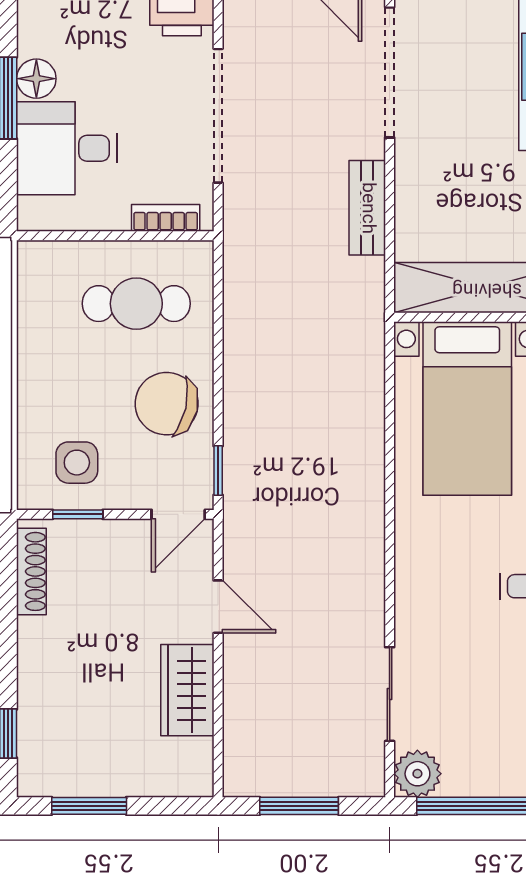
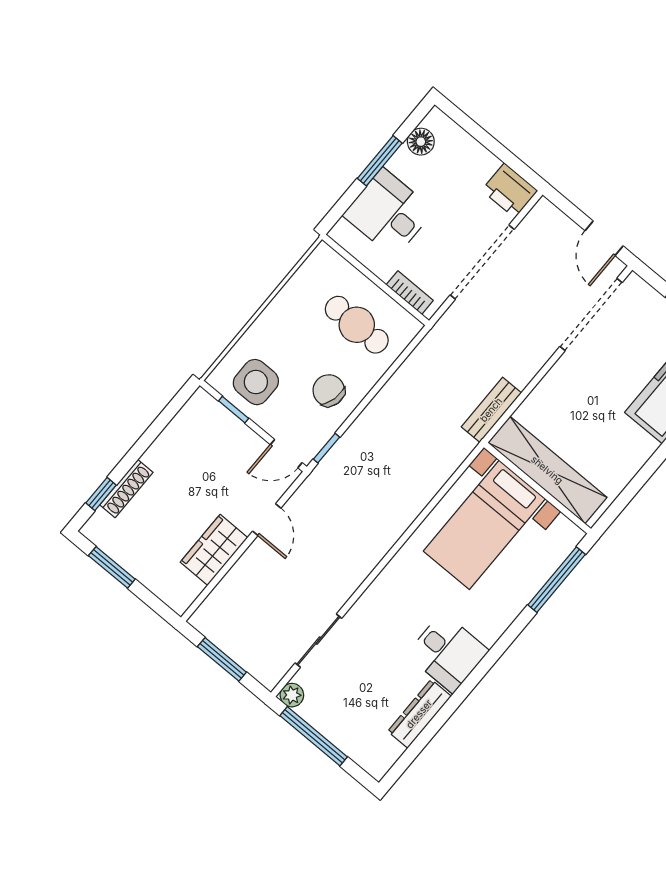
floor lamp: (36, 79) -> (421, 142), moved
bench: (367, 208) -> (491, 410), moved
chair: (167, 404) -> (329, 390), width x0.73, depth x0.73
side table: (77, 463) -> (256, 382), width x1.37, depth x1.37
shoe rack: (31, 571) -> (126, 489), moved
plant: (417, 774) -> (292, 695), width x0.73, depth x0.73

